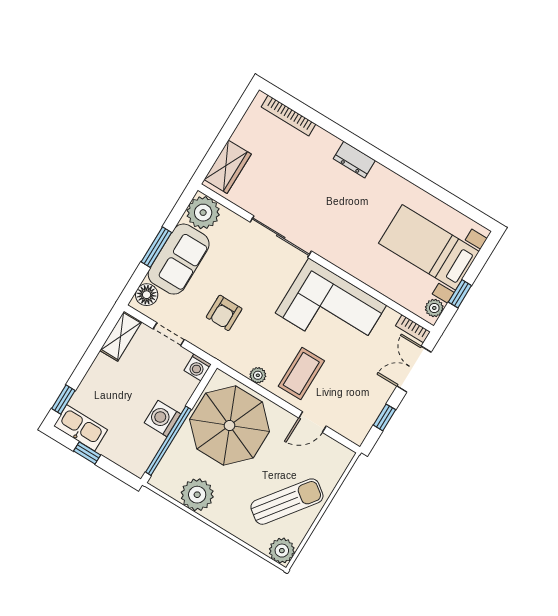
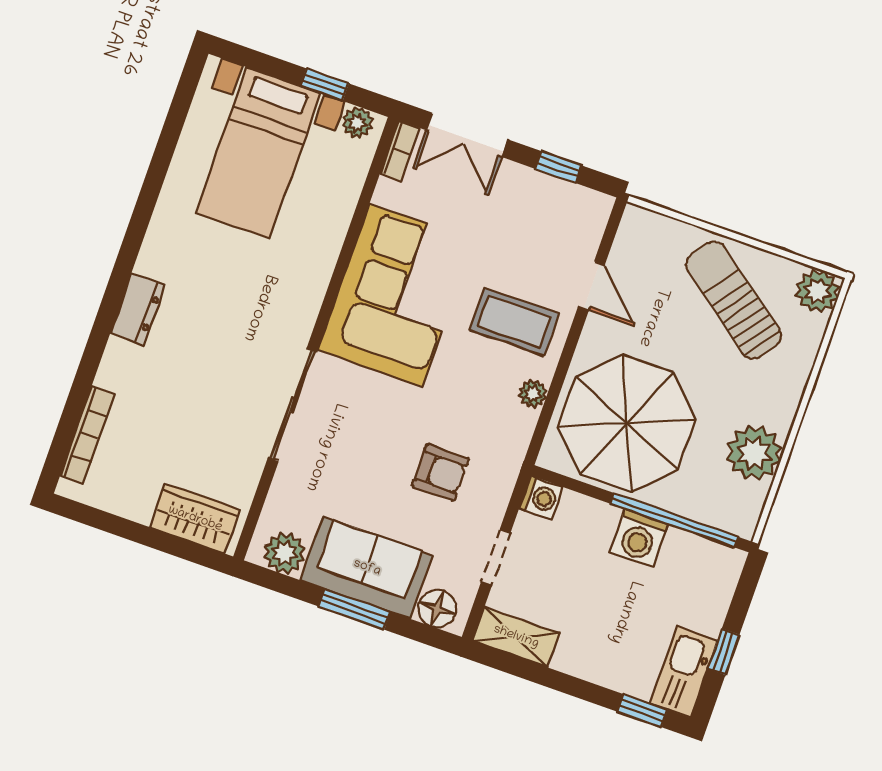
plant: (203, 213) -> (285, 553), width x0.73, depth x0.73

